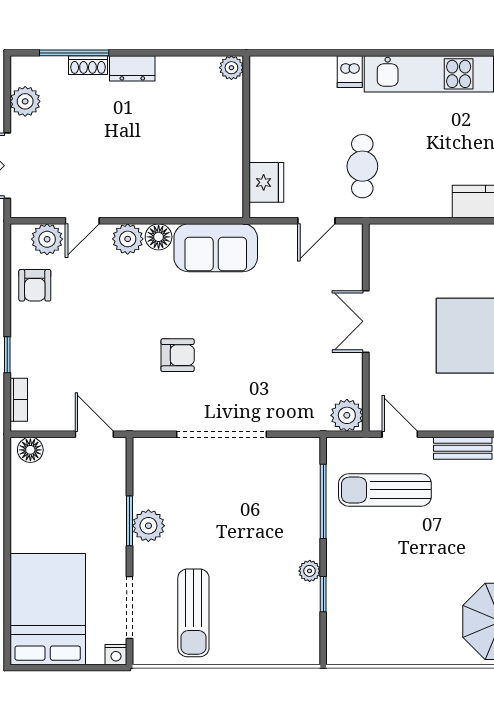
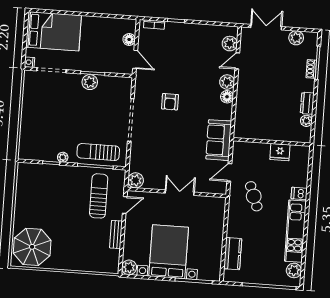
dresser: (132, 68) -> (307, 103), moved
plant: (231, 68) -> (306, 121), moved
cafe table: (362, 166) -> (254, 196), turned 69
fridge: (266, 182) -> (280, 152), moved
door: (82, 221) -> (237, 61), hinge flipped
door: (316, 221) -> (229, 172), hinge flipped
sofa: (216, 248) -> (219, 140), moved
armchair: (35, 285) -> (208, 36), removed
door: (94, 434) -> (135, 59), hinge flipped
floor lamp: (30, 450) -> (129, 40), moved
sun lounger: (193, 613) -> (98, 152), moved

